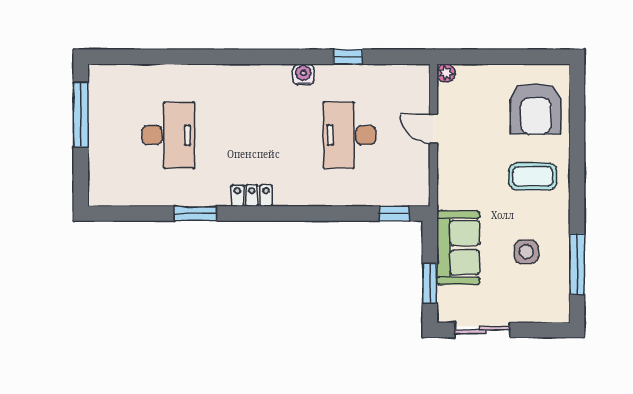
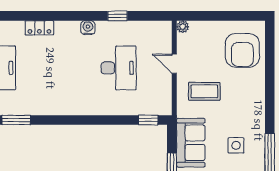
desk: (350, 135) -> (119, 68), turned 180
coffee table: (533, 176) -> (204, 91), moved
locker: (252, 196) -> (39, 28), moved, turned 180

